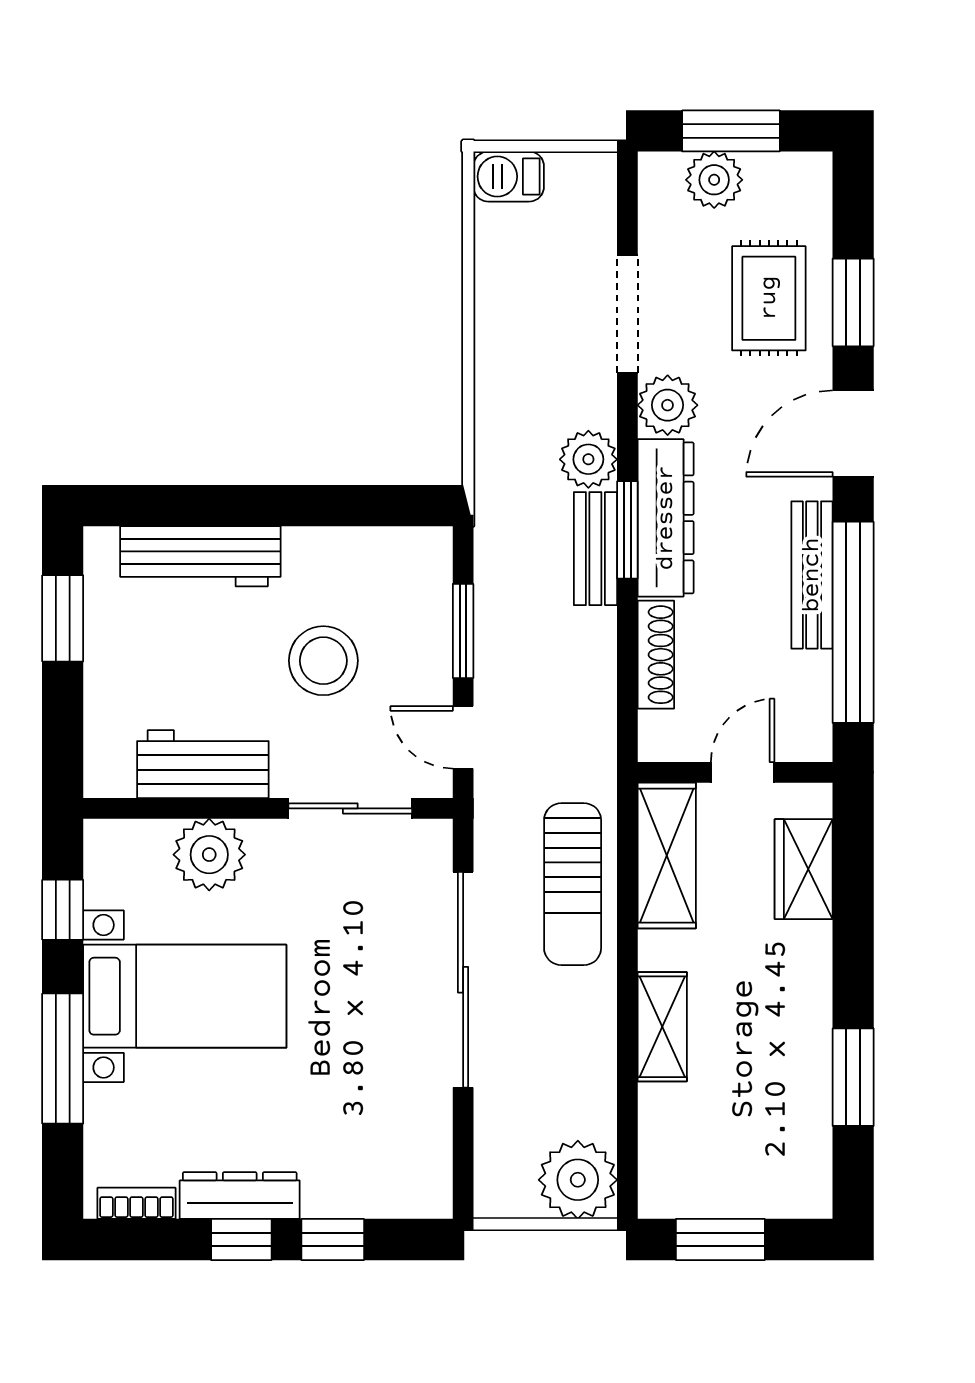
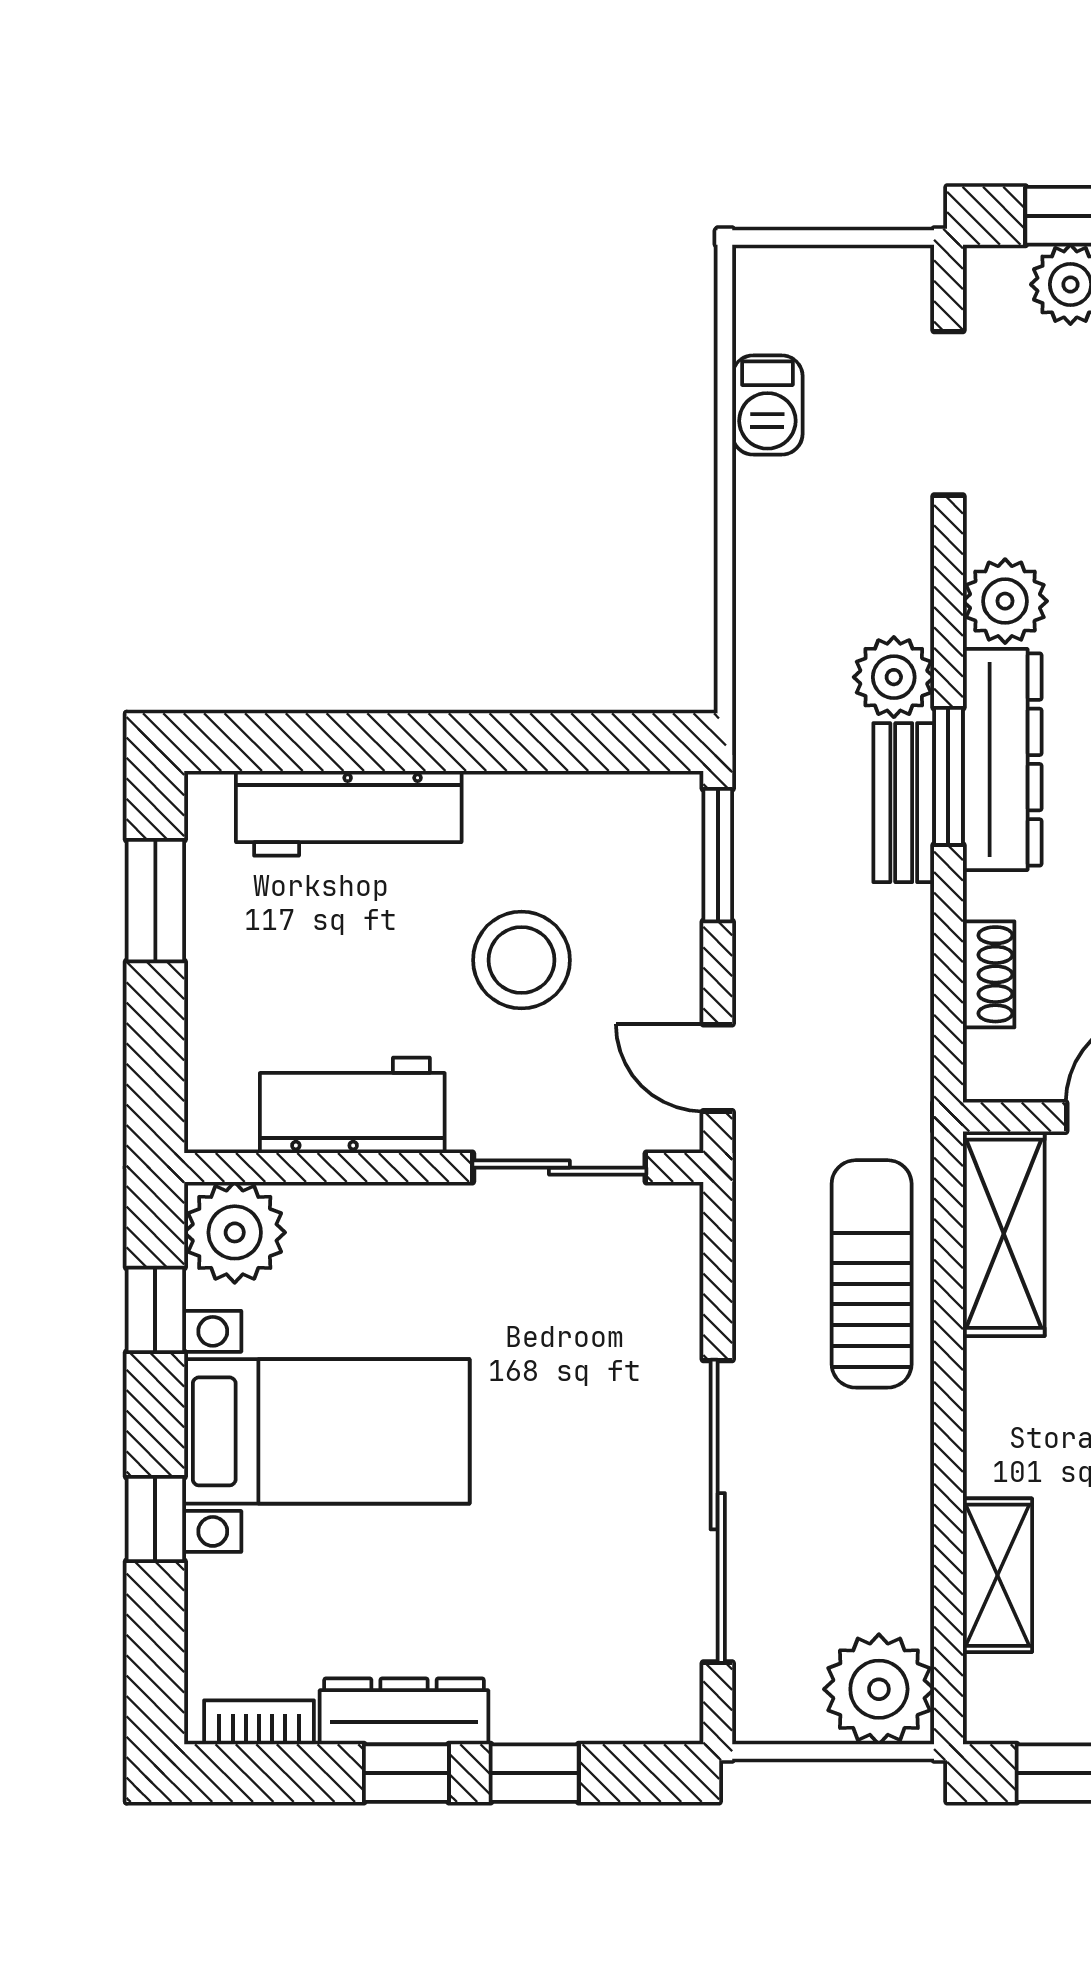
barbecue: (509, 177) -> (767, 405), moved, turned -90
doorway: (627, 314) -> (948, 413), moved
window: (463, 631) -> (718, 855), moved
shoe rack: (656, 655) -> (989, 974), width x0.70
plant: (209, 855) -> (235, 1232), moved
sun lounger: (573, 884) -> (872, 1274), turned 180
sliding door: (463, 980) -> (718, 1511), moved
shelving: (662, 1027) -> (997, 1575), moved
window: (63, 1059) -> (155, 1519), width x0.46

